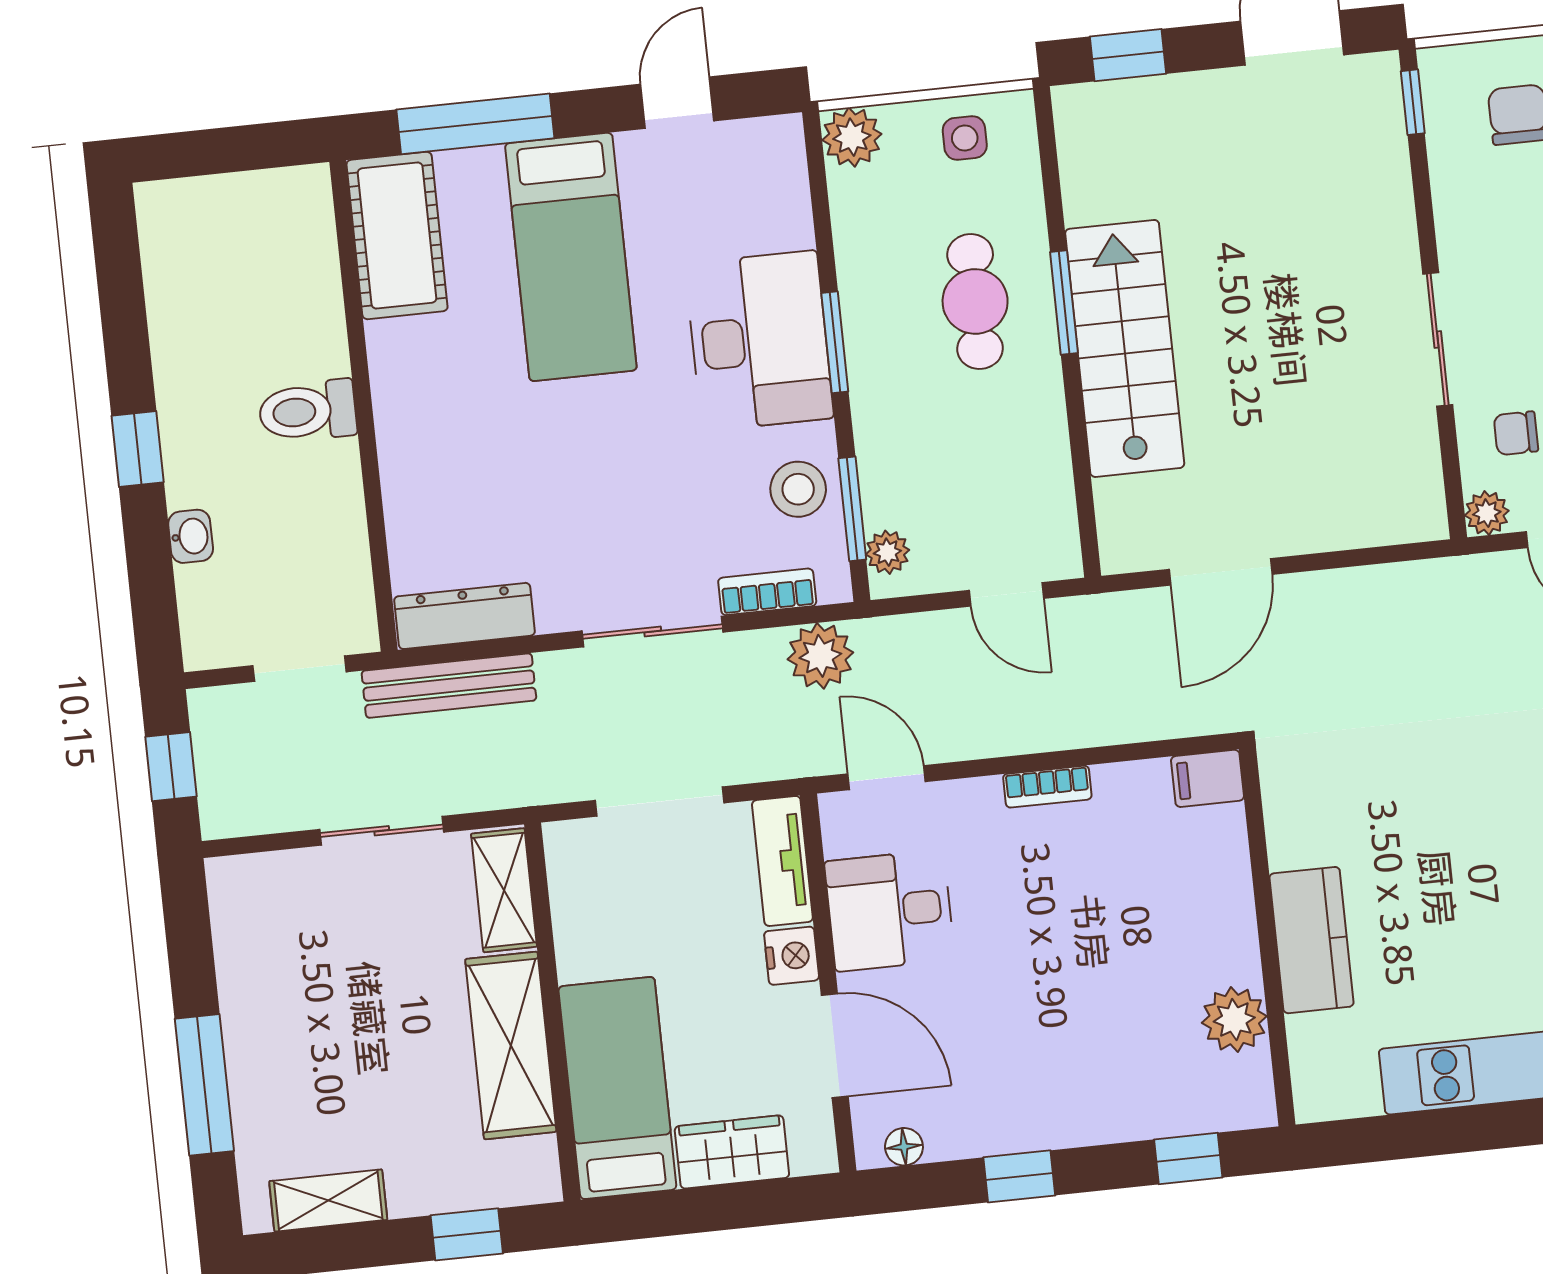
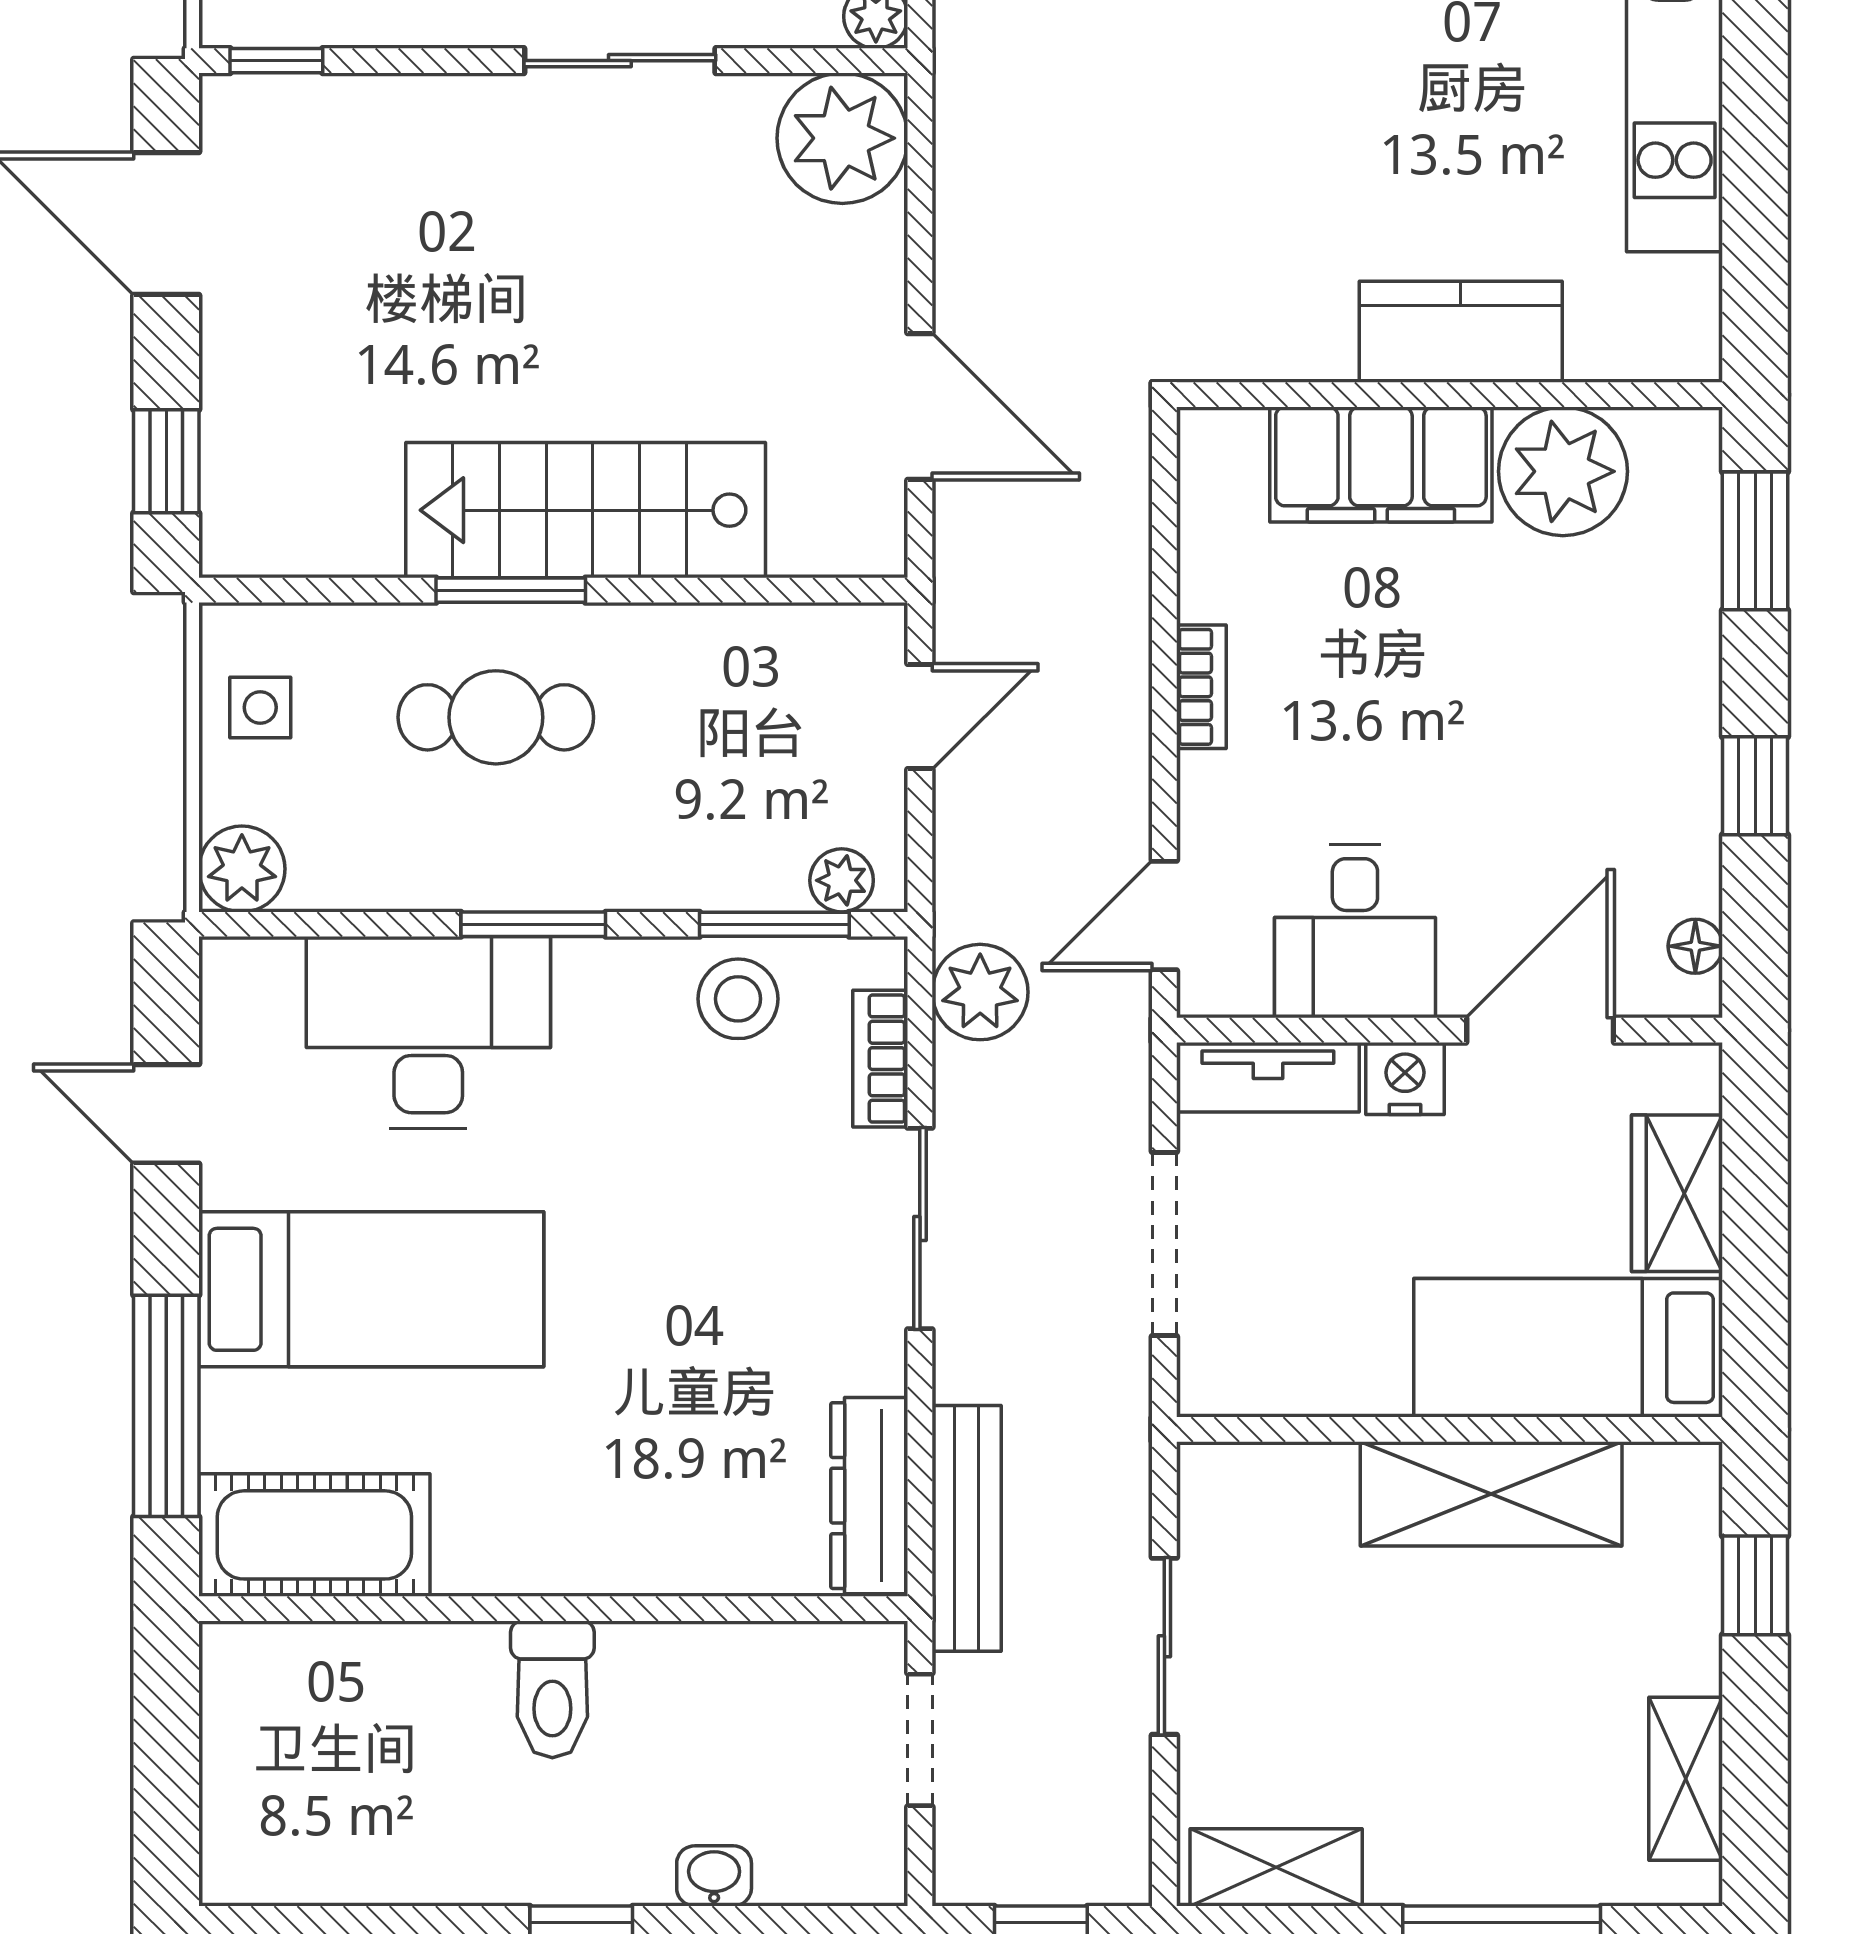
desk: (759, 341) -> (428, 1032), moved
plant: (1400, 499) -> (842, 138), added
filing cabinet: (1207, 778) -> (1381, 464), moved, width x3.00, depth x1.17
shelving: (504, 890) -> (1276, 1867), moved
plant: (1234, 1020) -> (1563, 471), width x1.36, depth x1.36
window: (1188, 1159) -> (1755, 541), width x1.50

